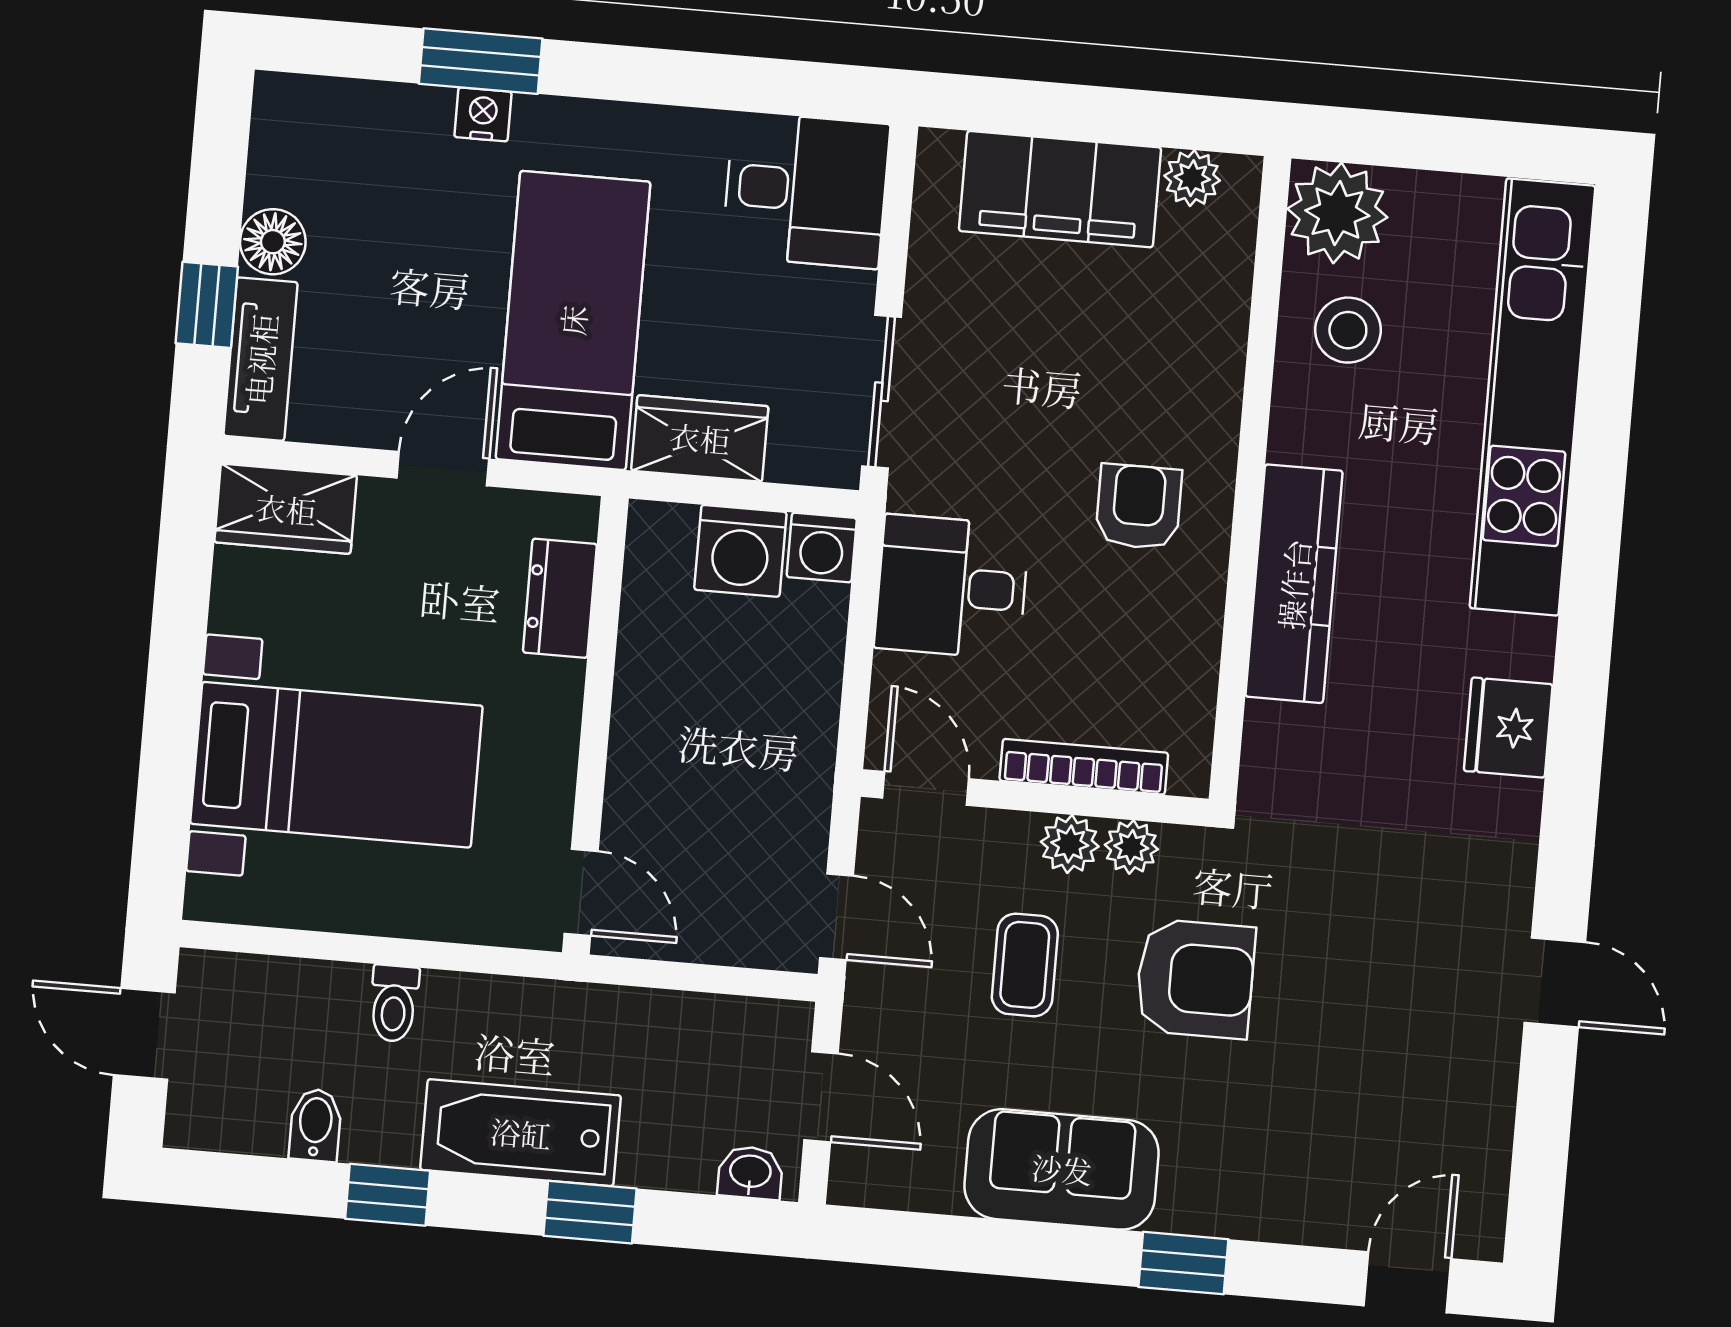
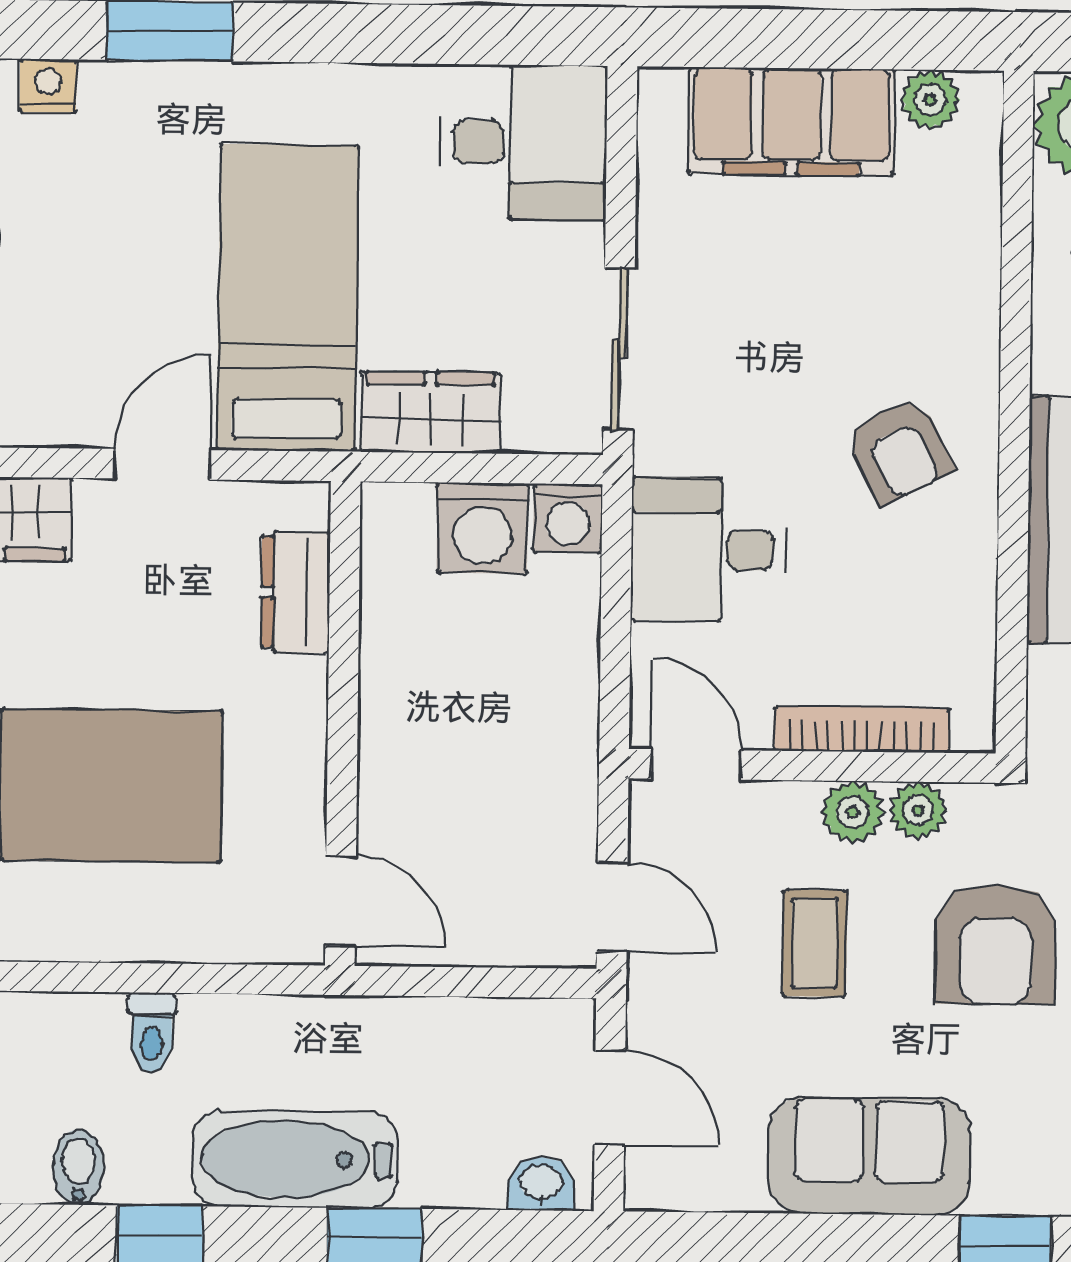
nightstand: (483, 114) -> (48, 86), moved
armchair: (1139, 507) -> (899, 451), turned 153
armchair: (1195, 979) -> (996, 944), turned 90

